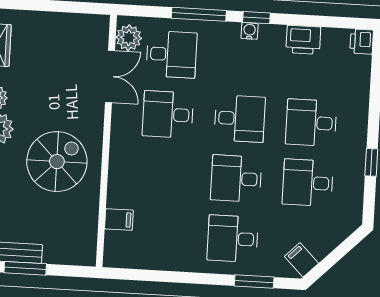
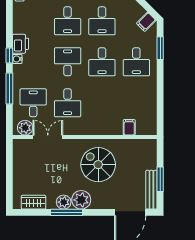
printer: (303, 40) -> (21, 44), moved

